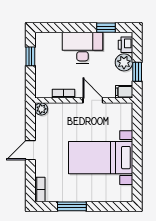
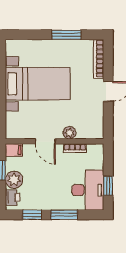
window: (74, 28) -> (64, 215), added
desk: (83, 48) -> (88, 190), moved, turned -90
plant: (41, 109) -> (69, 133), moved
bookcase: (40, 189) -> (99, 59), width x1.56

